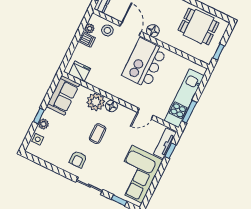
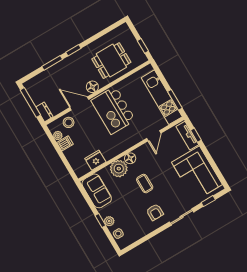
dining table: (199, 26) -> (111, 61), moved
fridge: (80, 71) -> (95, 160), moved

